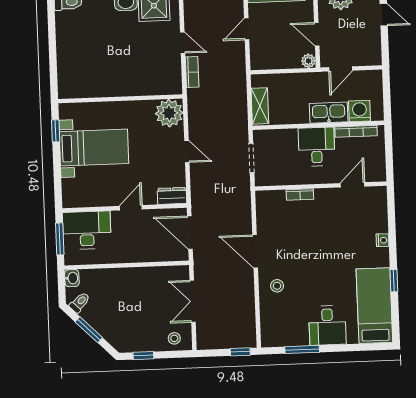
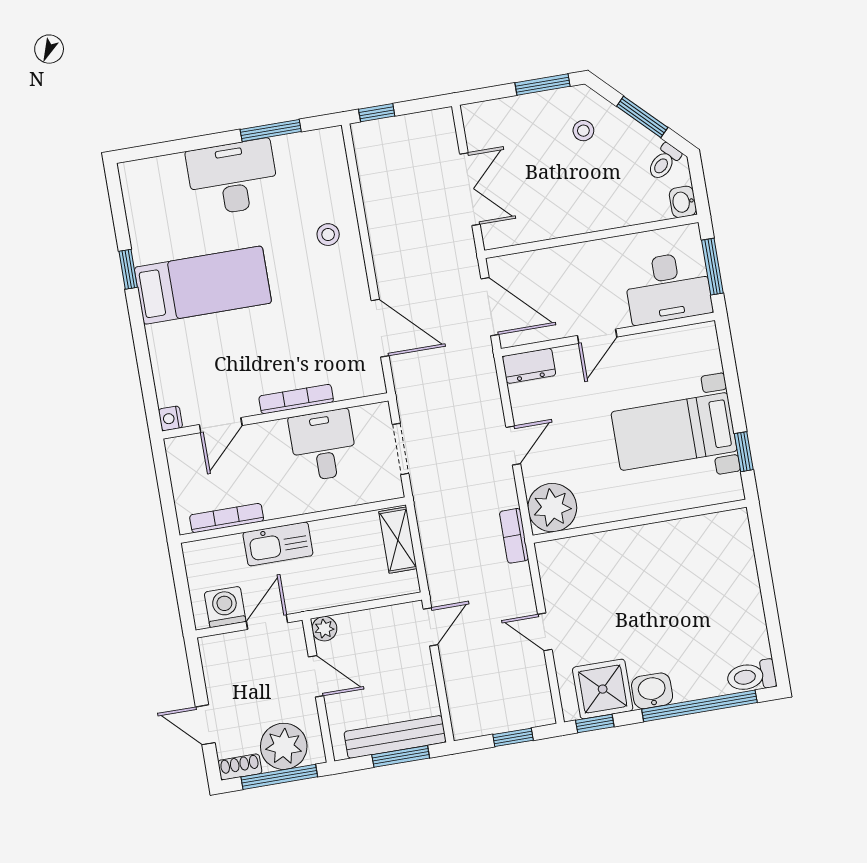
door: (247, 29) -> (431, 627), moved
bookcase: (192, 72) -> (514, 536), moved
washing machine: (359, 111) -> (225, 607), moved, turned 180
desk: (317, 147) -> (323, 445), moved, turned 180
door: (187, 151) -> (513, 445), swing flipped
bookcase: (300, 194) -> (296, 399), width x1.56
nightstand: (383, 240) -> (170, 418), moved
door: (255, 251) -> (380, 328), moved
bed: (374, 306) -> (203, 285), moved, turned -90
desk: (327, 325) -> (233, 178), width x1.37
stool: (174, 338) -> (583, 131), moved
window: (143, 356) -> (542, 85), width x1.50

